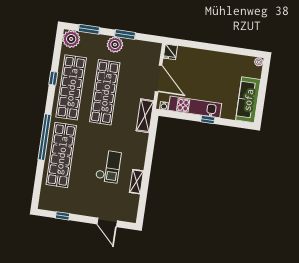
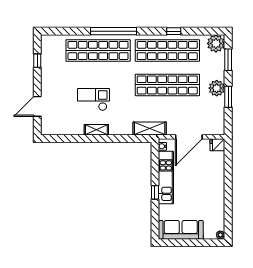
checkout: (108, 166) -> (93, 99), turned 180
shelving: (136, 182) -> (96, 130), moved

